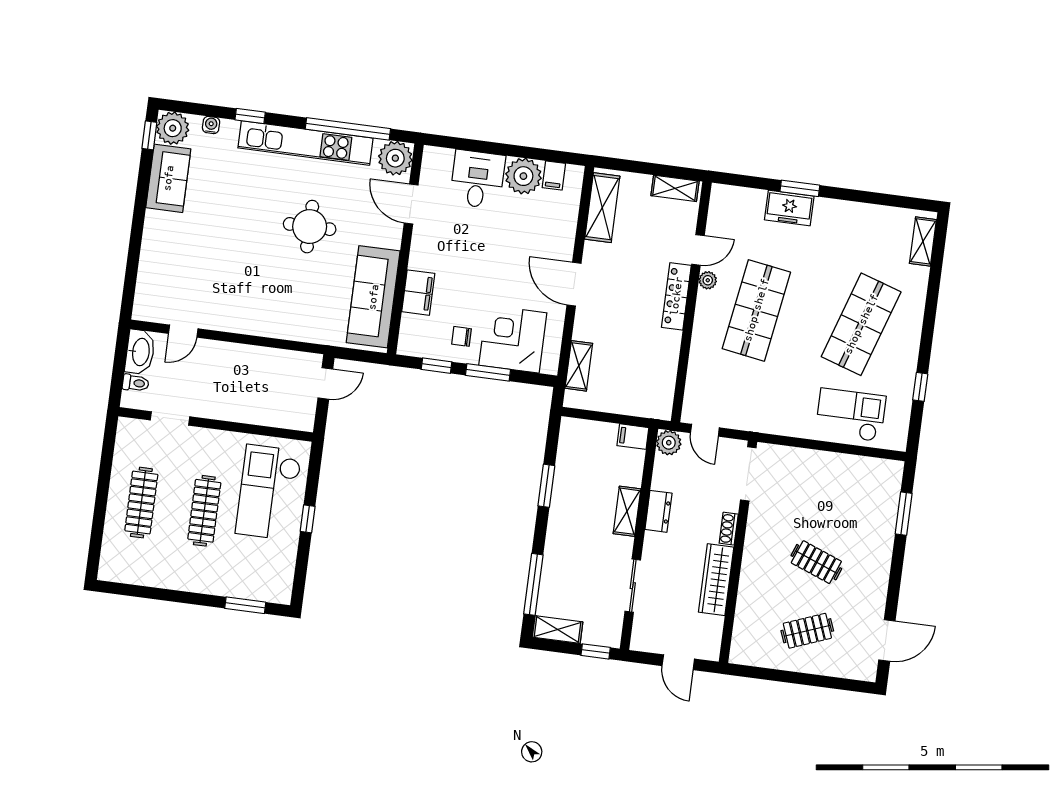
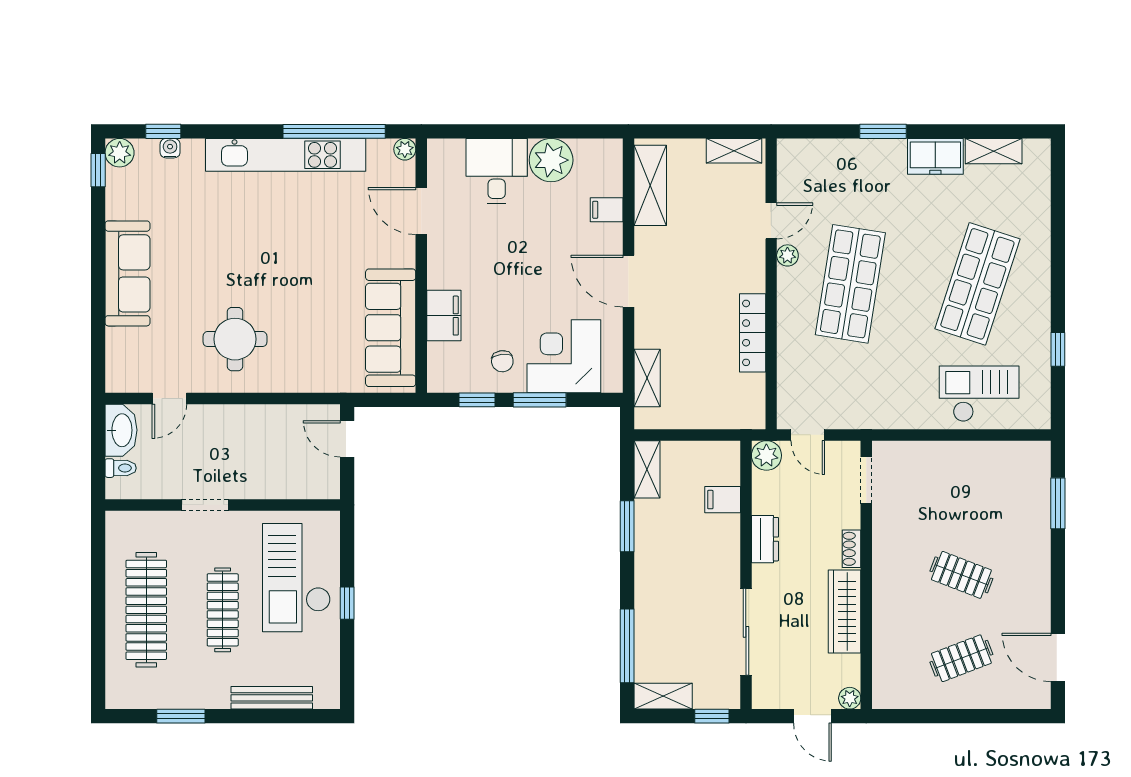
window: (250, 116) -> (163, 131), moved
plant: (173, 128) -> (120, 153), width x0.73, depth x0.73
plant: (395, 158) -> (405, 149), width x0.53, depth x0.53
filing cabinet: (554, 175) -> (607, 210), moved, turned 90
sofa: (168, 178) -> (127, 273), moved, width x1.36
freezer: (789, 208) -> (935, 156), moved
round table: (310, 227) -> (235, 339), moved
shelving: (923, 241) -> (994, 151), moved, turned 90
locker: (676, 296) -> (753, 333), moved
chair: (462, 336) -> (502, 361), turned -97
door: (325, 384) -> (347, 439), swing flipped
doorway: (170, 418) -> (205, 505), moved
filing cabinet: (633, 437) -> (723, 500), moved
doorway: (748, 474) -> (866, 480), width x0.73
clothes rail: (141, 503) -> (146, 610), width x1.37, depth x1.31
shelving: (627, 511) -> (647, 469), moved
sliding door: (633, 586) -> (746, 632), width x1.37
bench: (235, 589) -> (272, 698), added
window: (245, 605) -> (181, 716), moved
door: (887, 640) -> (1058, 657), swing flipped
plant: (711, 652) -> (850, 698), added

